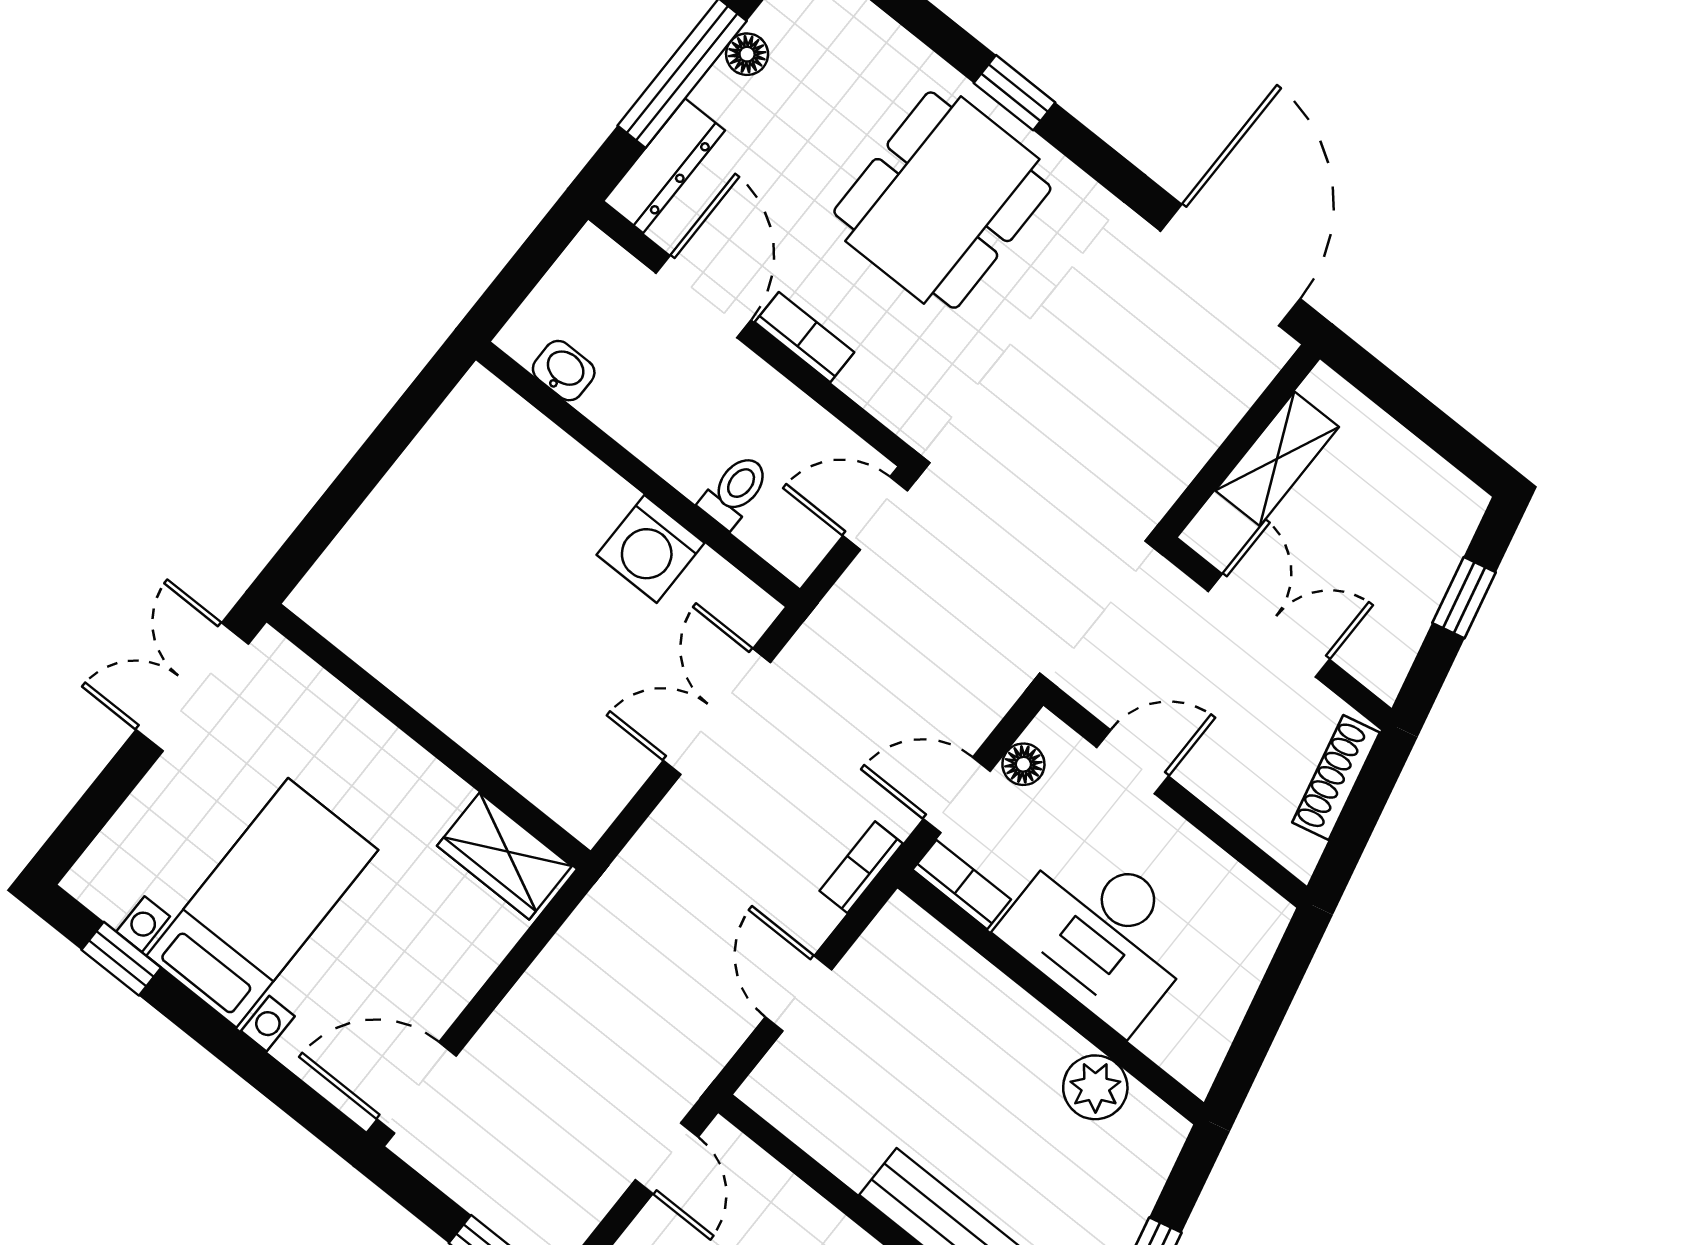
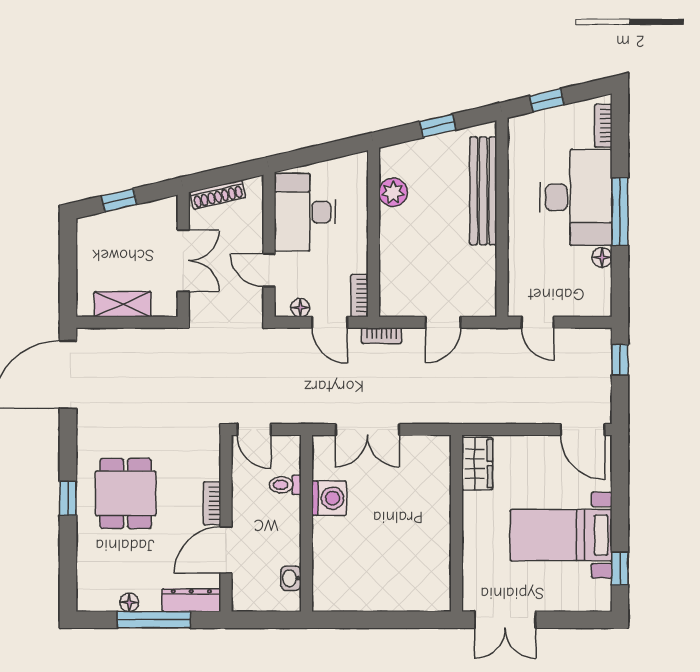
dining table: (942, 200) -> (126, 493), width x0.73
double door: (1269, 625) -> (183, 261), swing flipped
desk: (1102, 933) -> (305, 212), moved, turned 180
door: (667, 1158) -> (538, 322), swing flipped

